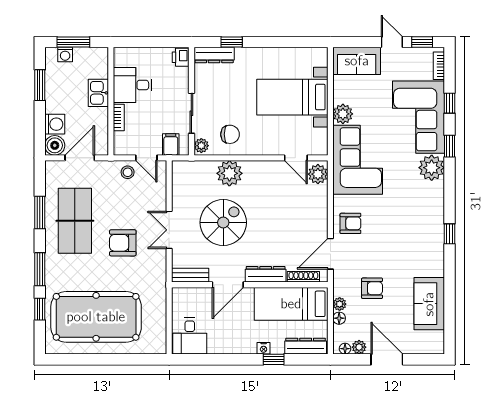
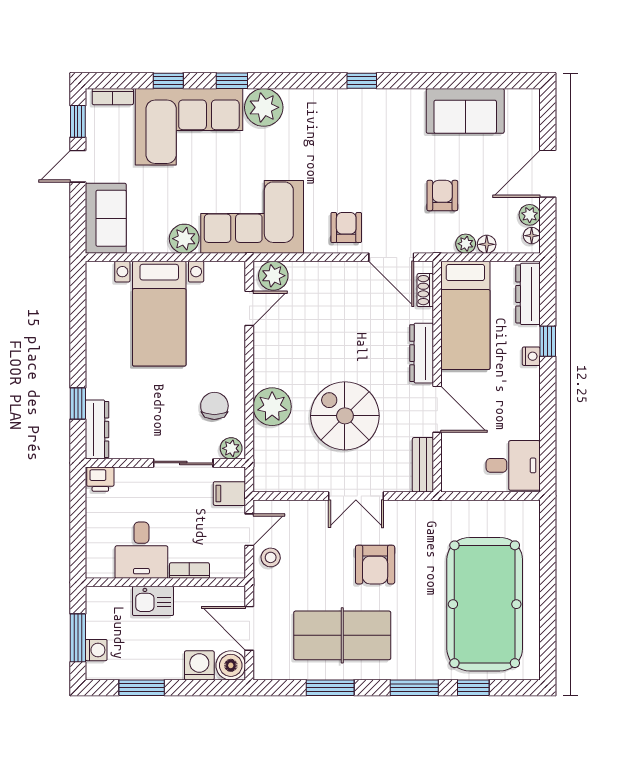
shoe rack: (303, 277) -> (425, 290), width x0.70

